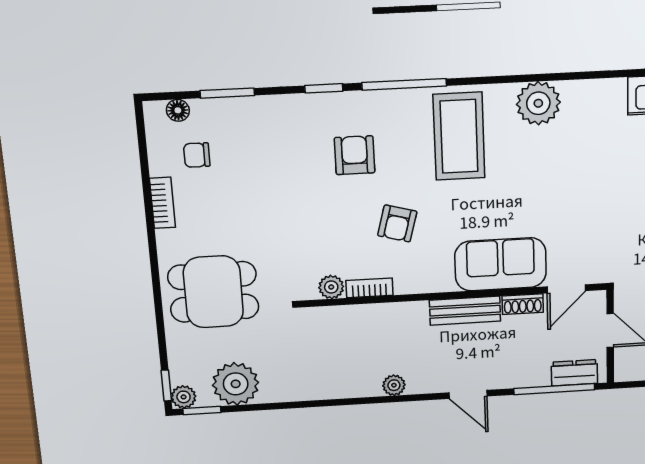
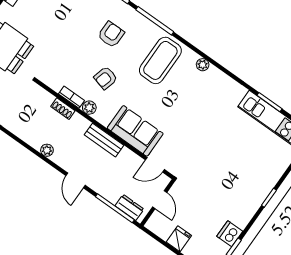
plant: (538, 103) -> (203, 65), width x0.53, depth x0.53
plant: (331, 287) -> (89, 108), moved
shoe rack: (523, 304) -> (63, 109), moved

